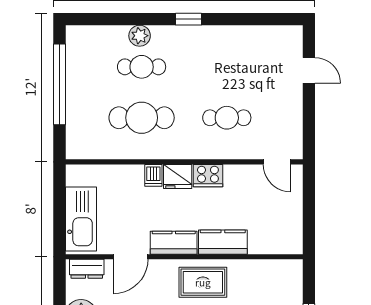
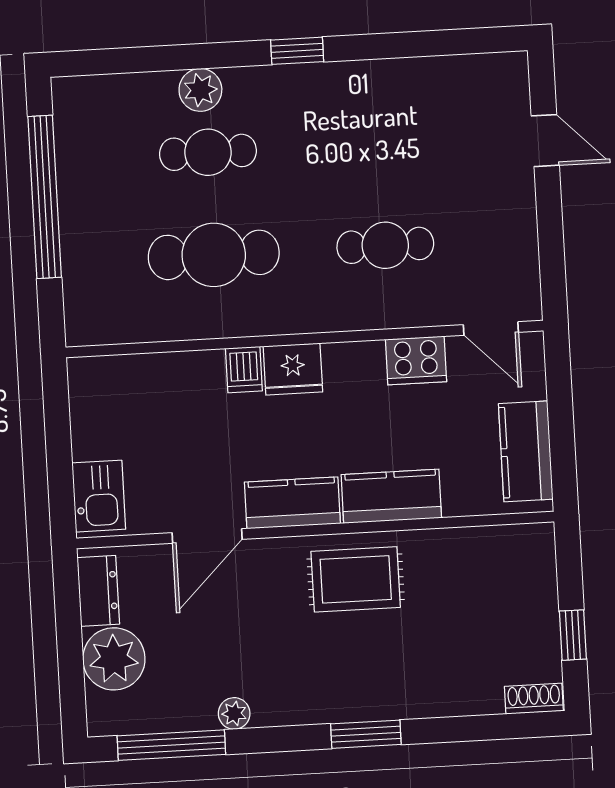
cooker: (208, 176) -> (416, 361), moved
kitchen sink: (81, 219) -> (99, 496), width x0.53, depth x0.81
kitchen counter: (291, 224) -> (526, 451), added
dresser: (87, 269) -> (98, 591), moved, turned -90

